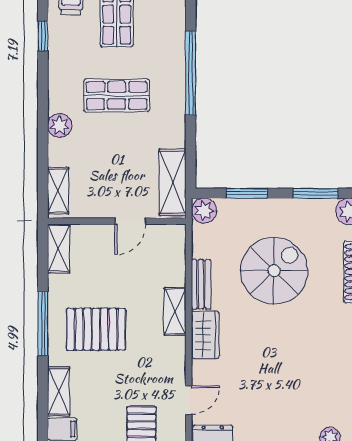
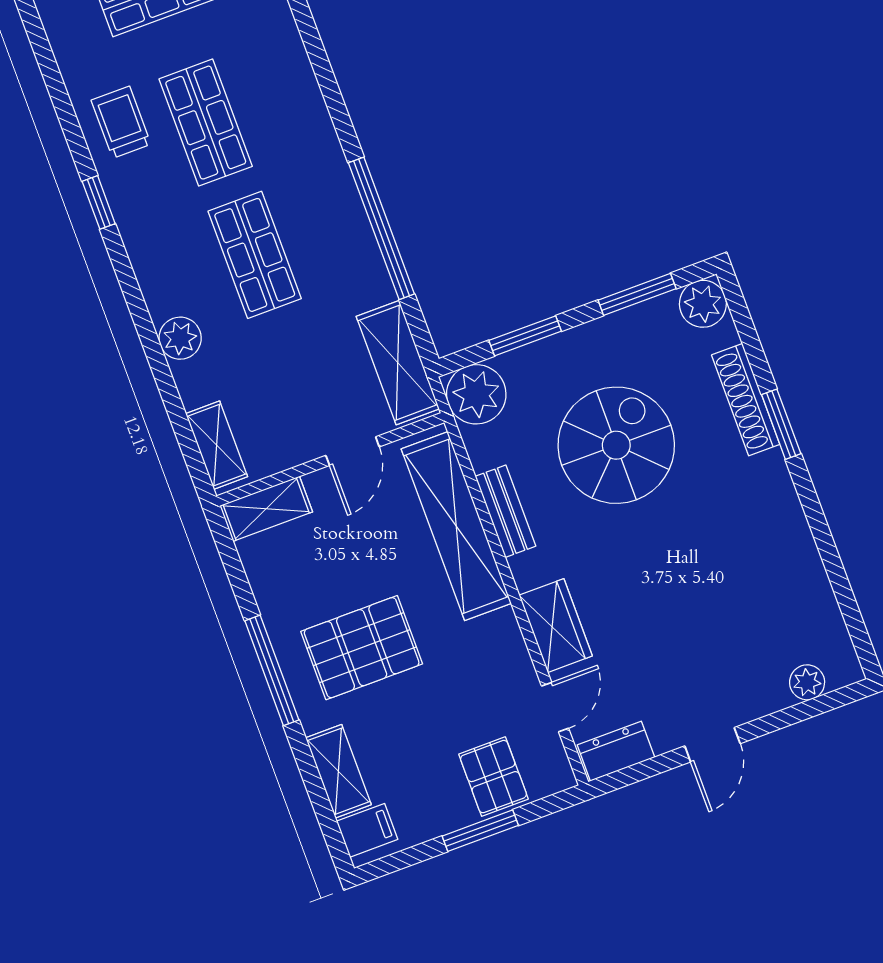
window: (191, 73) -> (381, 228), moved
shop shelf: (117, 95) -> (255, 255), turned 90
plant: (204, 211) -> (476, 394), width x1.36, depth x1.36
shelving: (59, 249) -> (266, 509), moved, turned 90
shelving: (175, 311) -> (456, 526), width x2.20, depth x1.33
wardrobe: (205, 335) -> (556, 626), moved

